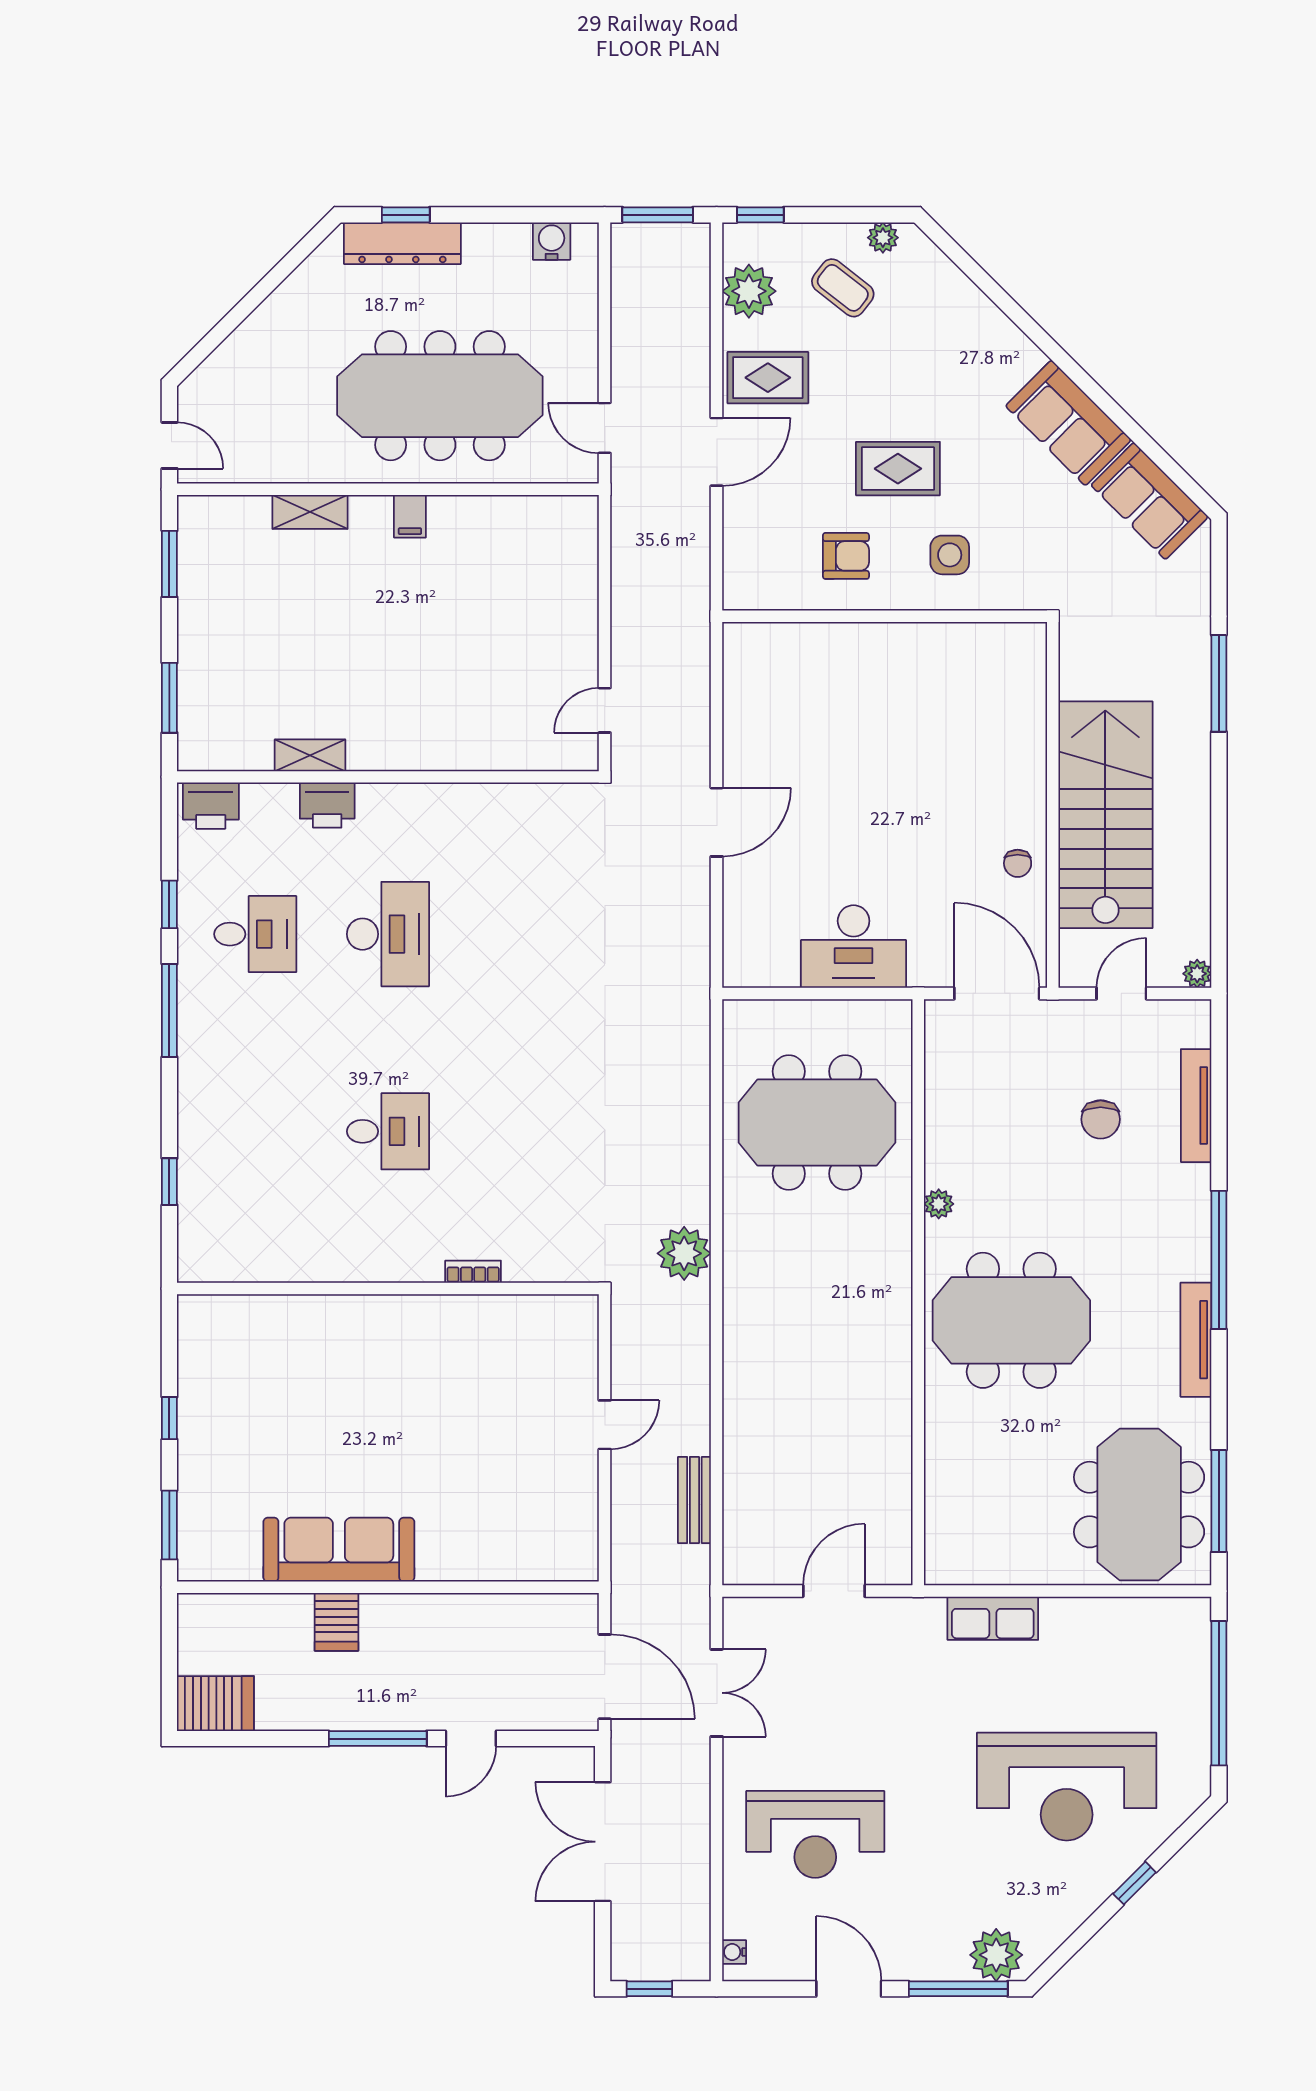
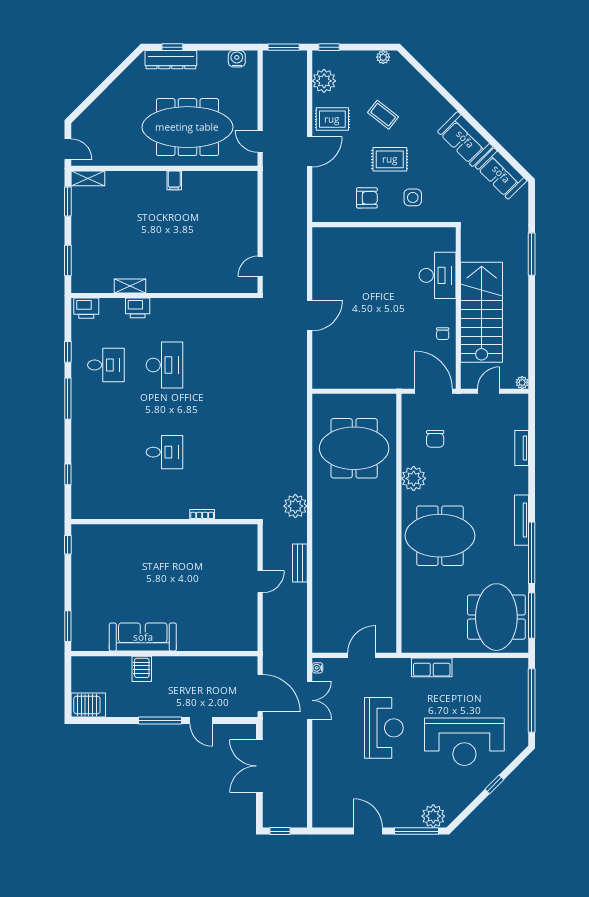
coffee table: (843, 288) -> (383, 115), moved
shelving: (310, 512) -> (88, 178), moved
desk: (854, 947) -> (437, 275), moved, turned -90
tv unit: (1196, 1106) -> (522, 448), width x0.71
chair: (1101, 1119) -> (435, 439), moved
plant: (939, 1204) -> (414, 478), width x1.87, depth x1.87
window: (1219, 1260) -> (532, 553), moved
tv unit: (1196, 1340) -> (522, 520), moved
window: (169, 1418) -> (68, 545), moved
bench: (694, 1500) -> (300, 563), moved
door: (471, 1739) -> (201, 720), hinge flipped
reception desk: (815, 1834) -> (384, 728), moved, turned -90
water cooler: (734, 1952) -> (317, 668), moved

